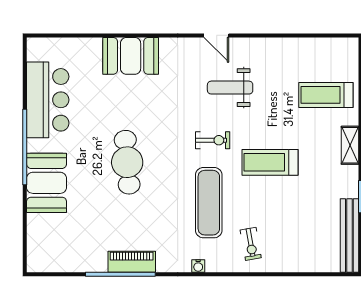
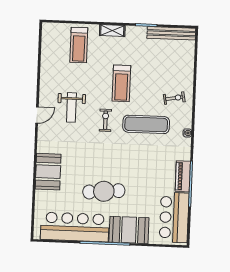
bar counter: (48, 100) -> (75, 227), width x1.36
cafe table: (127, 162) -> (104, 191), moved
bar counter: (68, 251) -> (174, 217), added

